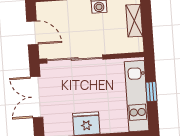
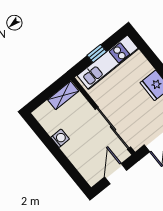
shelving: (134, 21) -> (63, 95), moved

